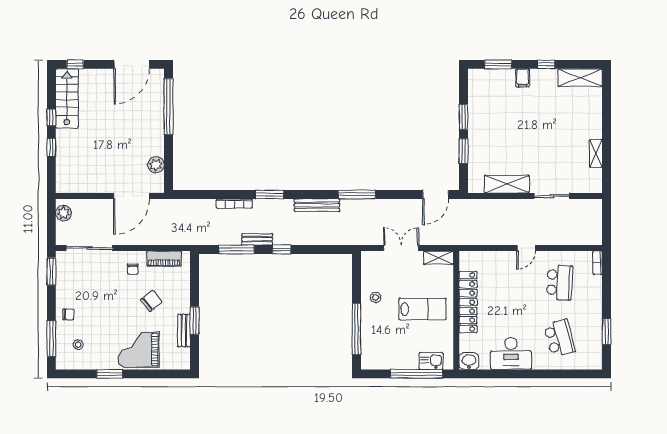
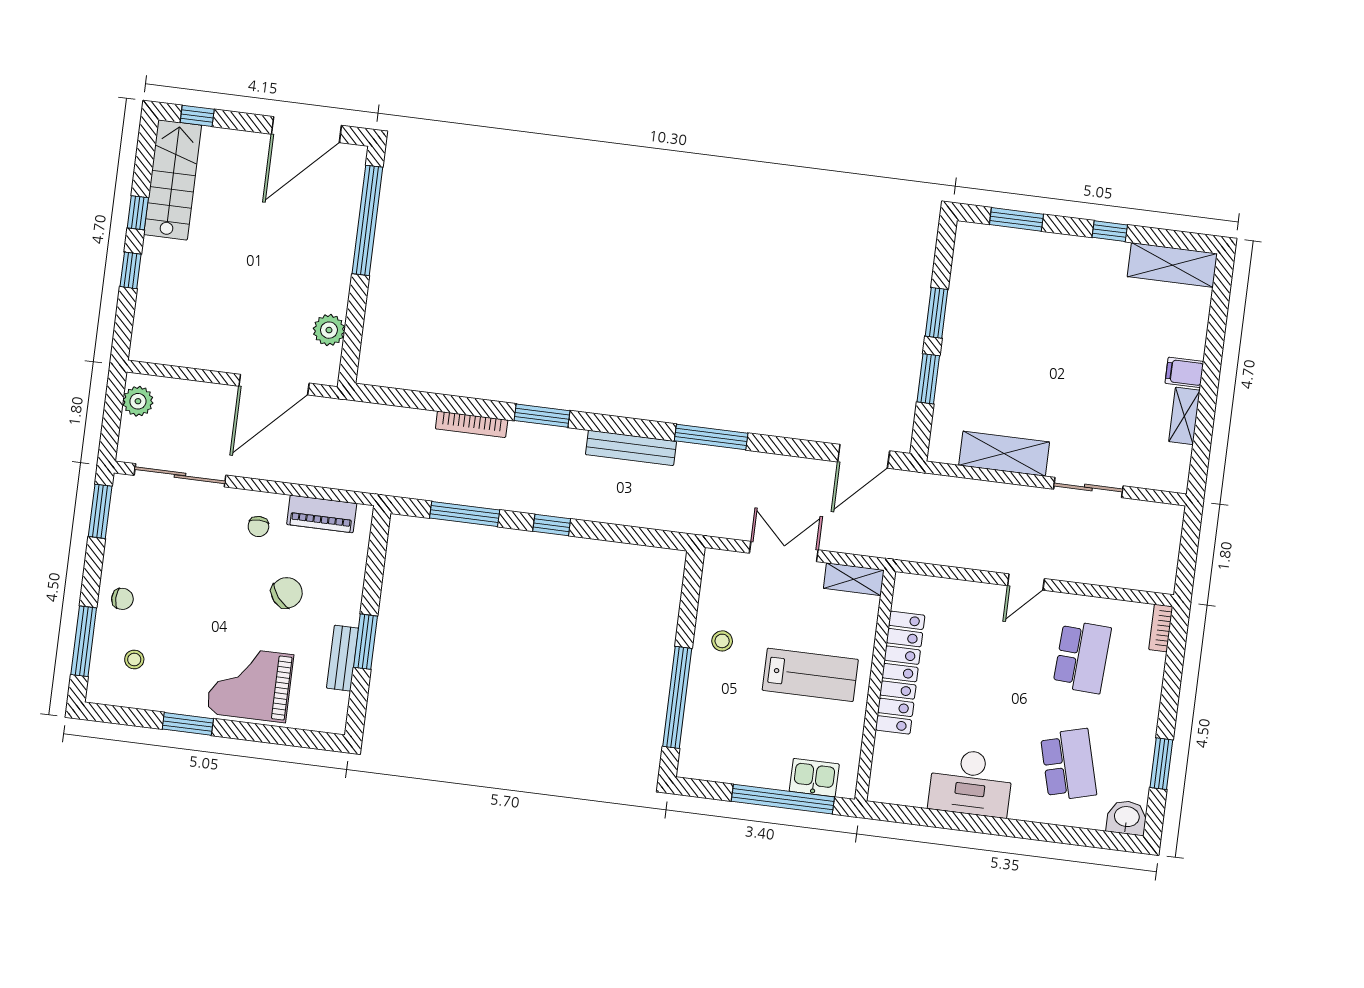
filing cabinet: (523, 78) -> (1184, 372), moved, turned 90
bench: (257, 239) -> (507, 499), removed
washbasin: (469, 361) -> (1127, 818), moved

